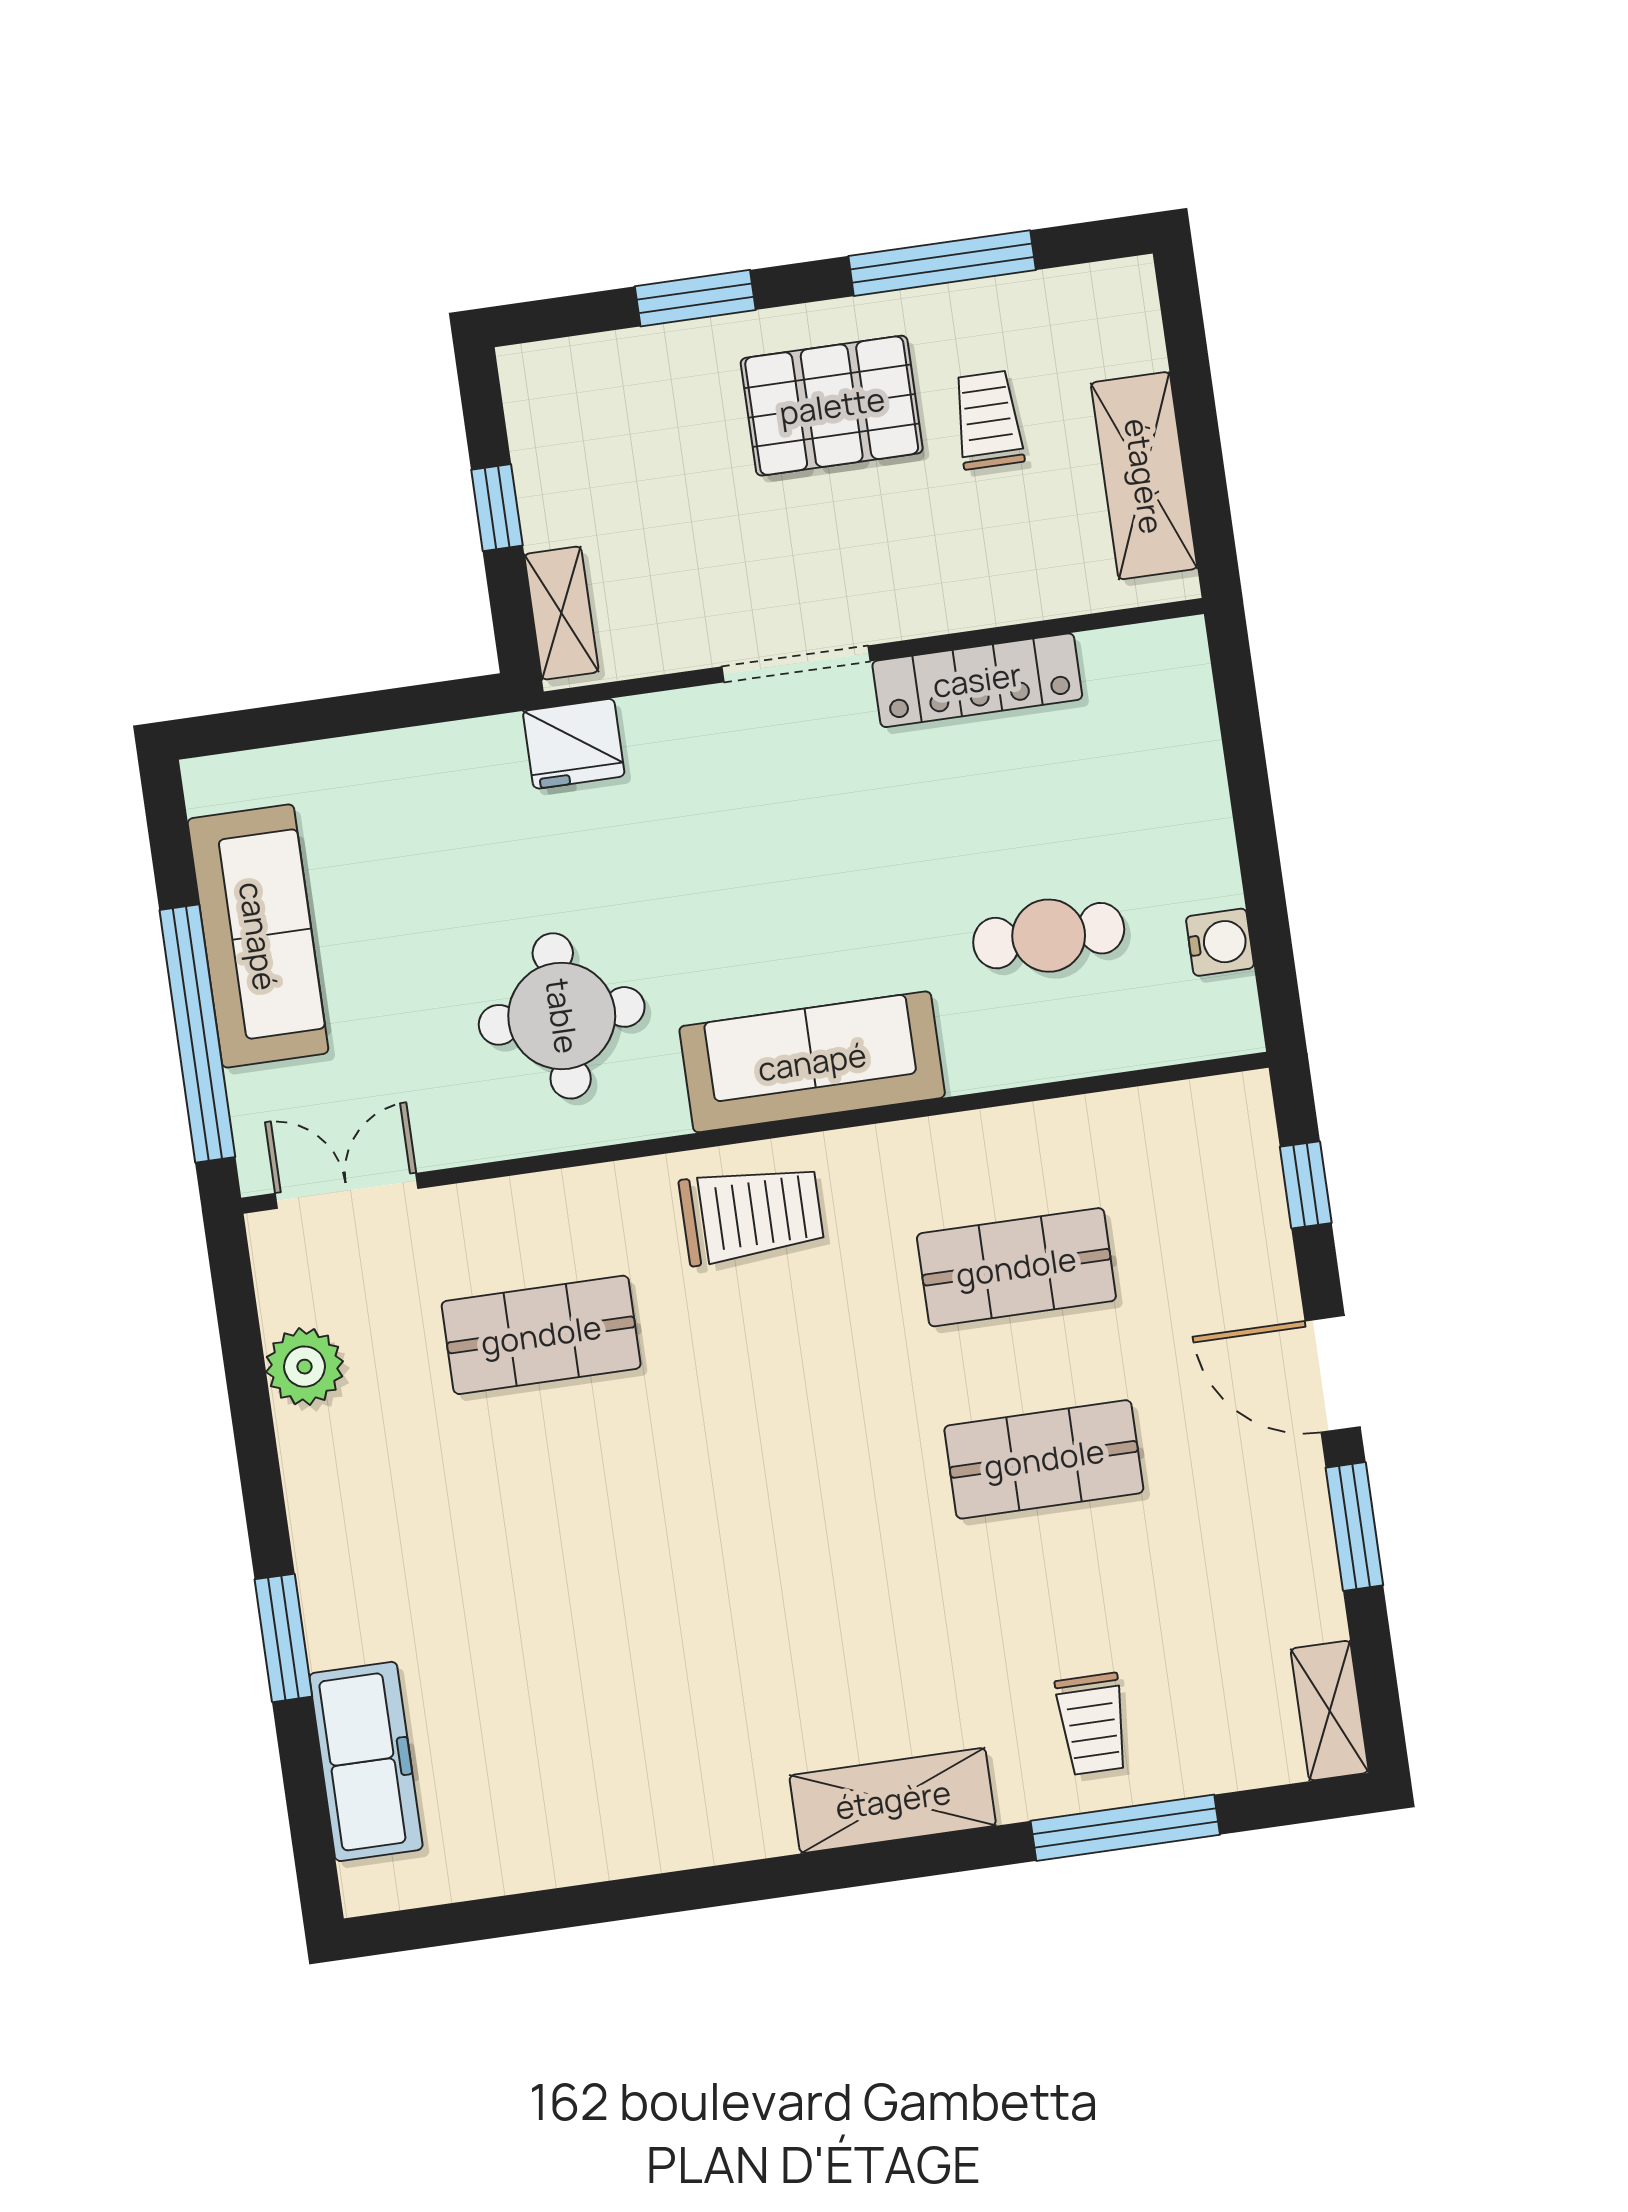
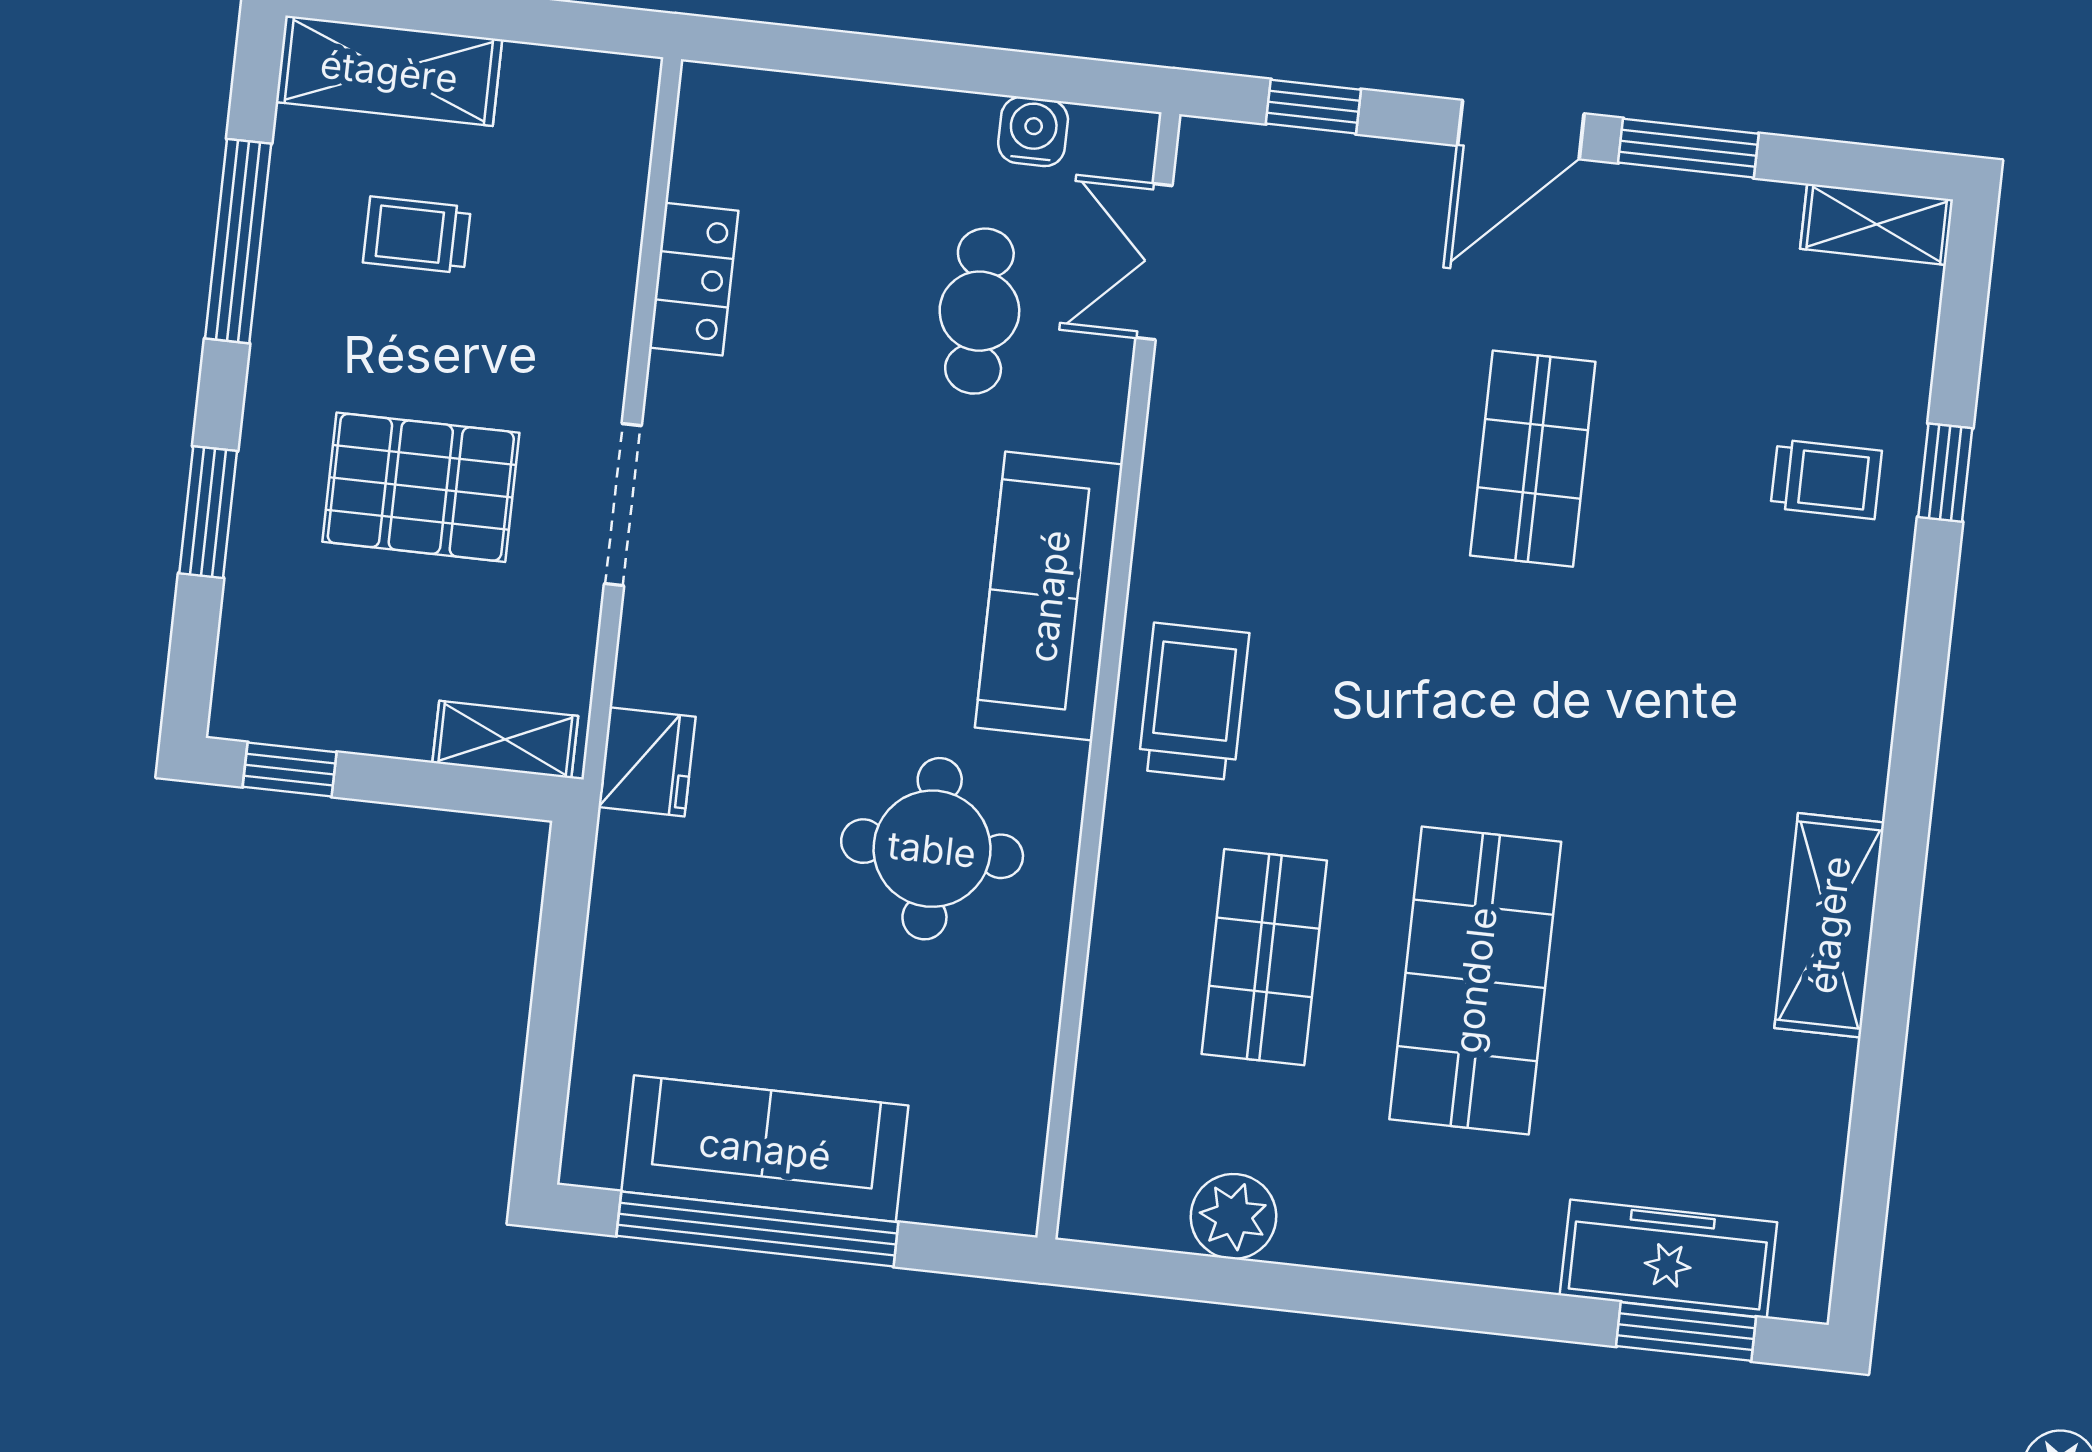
pallet: (832, 406) -> (421, 487), moved, turned 90
shelving: (1144, 476) -> (389, 71), moved
window: (497, 508) -> (290, 769), moved
locker: (977, 680) -> (694, 279), width x0.66
window: (197, 1033) -> (757, 1229), moved
double door: (347, 1191) -> (1154, 262), moved
shop shelf: (1016, 1267) -> (1475, 980), moved, width x1.43, depth x1.36
window: (283, 1638) -> (1686, 1332), moved
shelving: (893, 1800) -> (1829, 925), moved
window: (1125, 1828) -> (1945, 473), width x0.46

